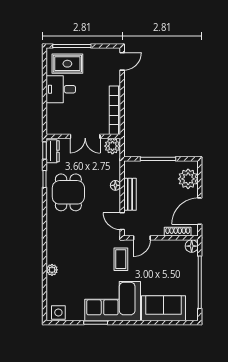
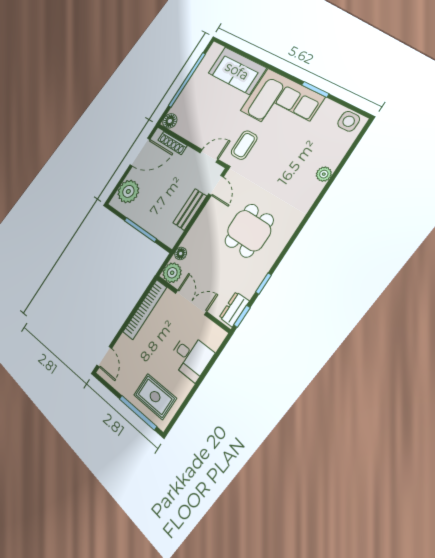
door: (122, 61) -> (104, 357), swing flipped
desk: (61, 89) -> (191, 357), moved
floor lamp: (115, 185) -> (181, 254), moved
dining table: (68, 192) -> (249, 231), moved

